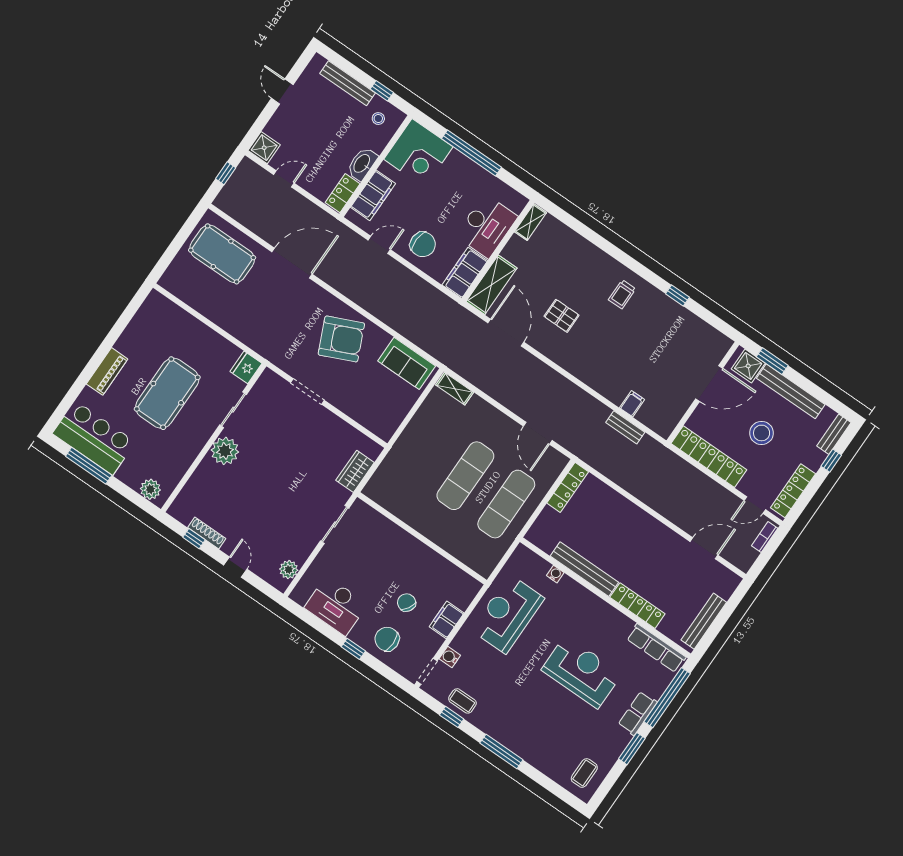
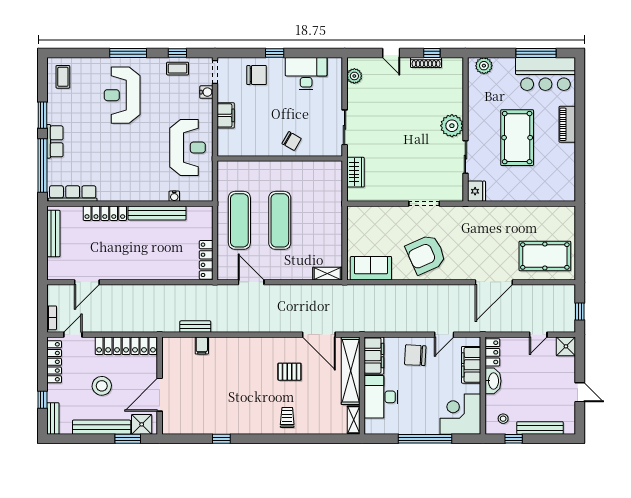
shelving: (492, 285) -> (351, 371), width x1.47
trolley: (622, 294) -> (287, 417), moved
chair: (407, 603) -> (292, 141), moved
reception desk: (582, 672) -> (122, 95), moved, turned 90

